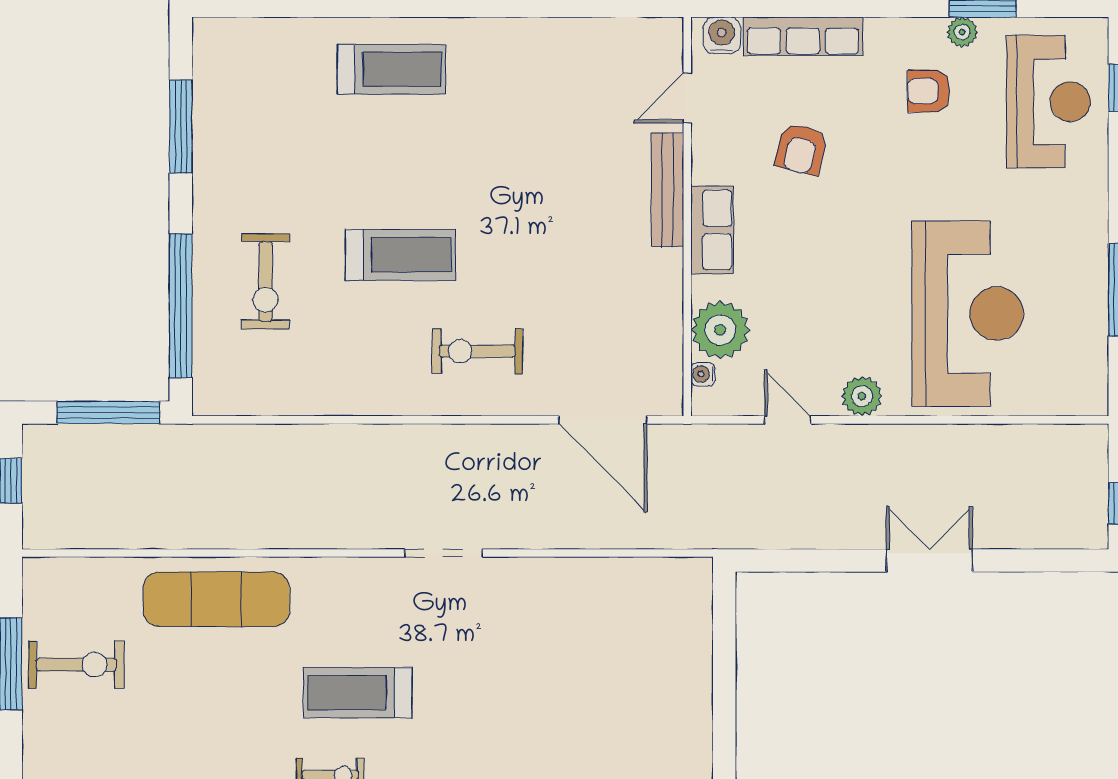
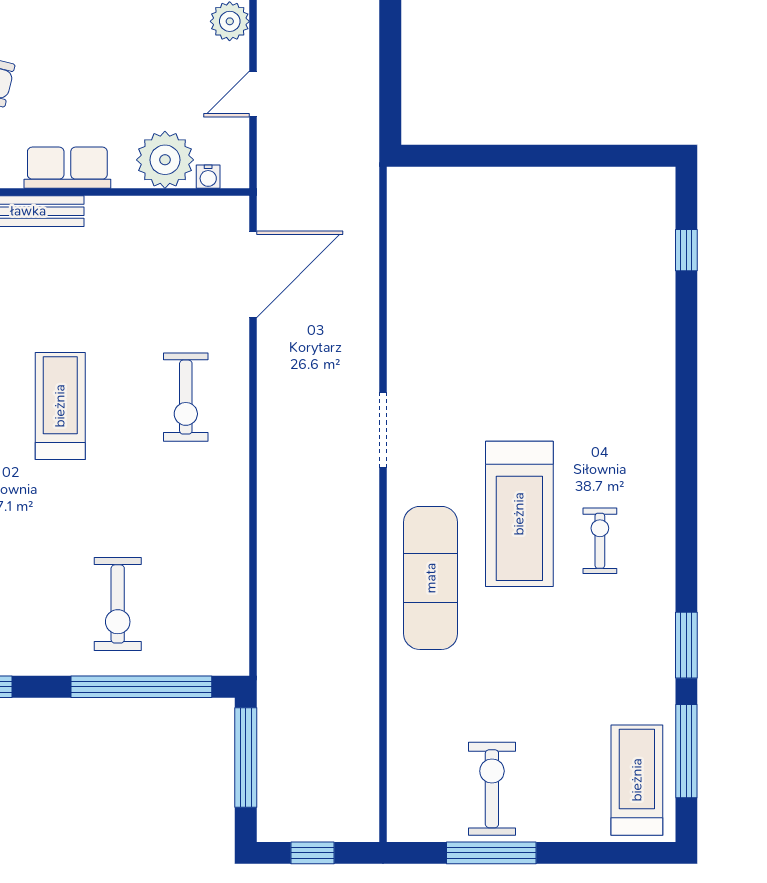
treadmill: (400, 255) -> (60, 406), moved
exercise bike: (265, 281) -> (118, 604), turned 90
exercise mat: (216, 599) -> (431, 578), moved
treadmill: (358, 693) -> (519, 514), width x1.37, depth x1.38

